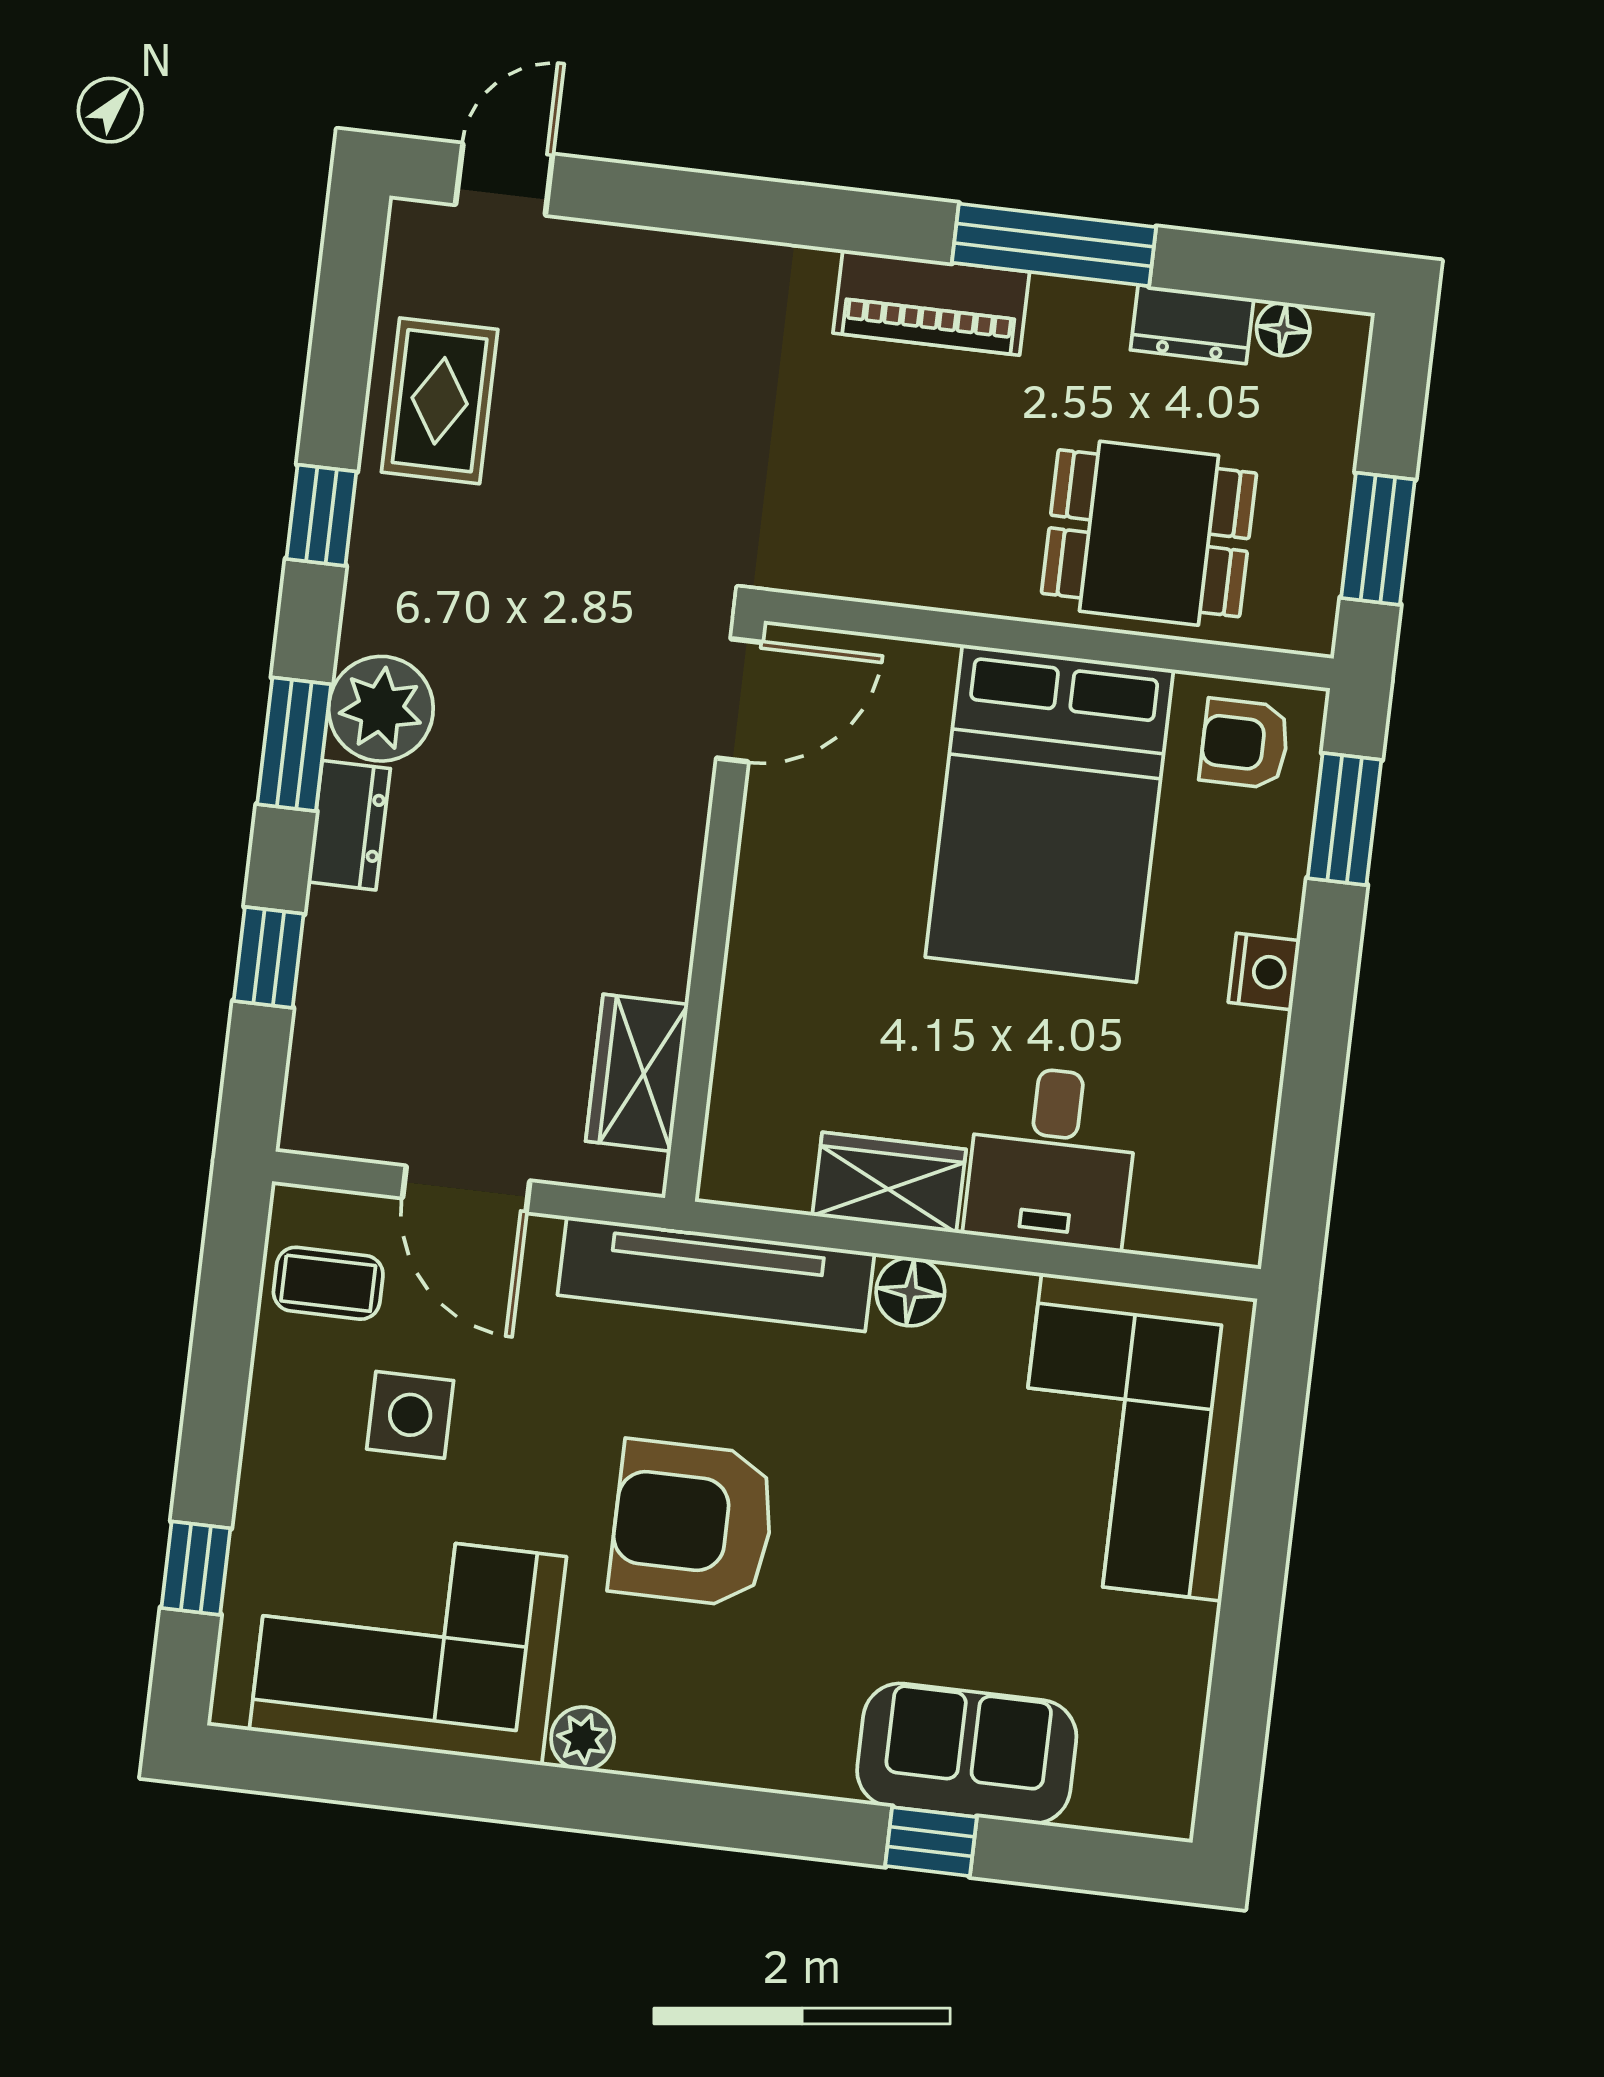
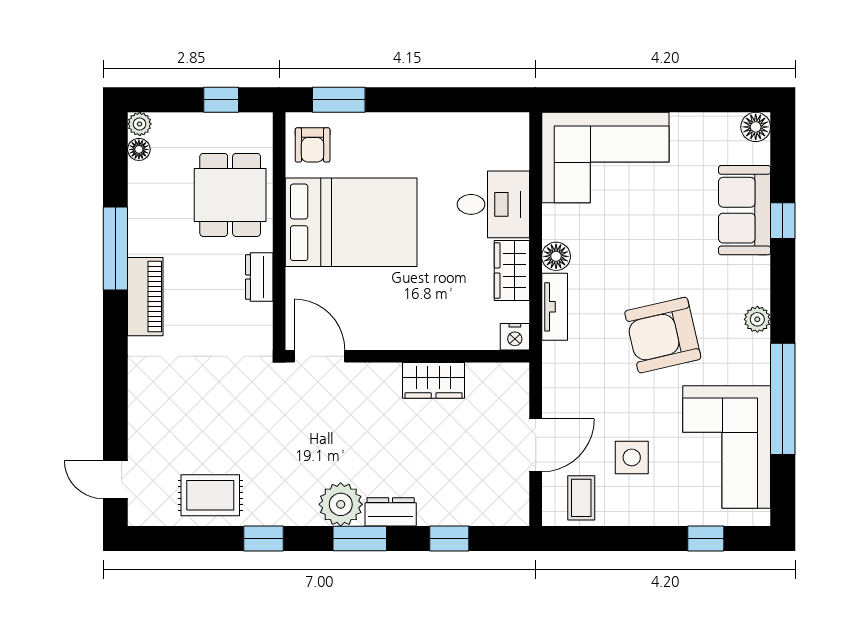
dresser: (1192, 324) -> (259, 277), moved, turned 180
plant: (1344, 338) -> (140, 124), added
window: (1378, 539) -> (221, 100), width x0.67
nightstand: (1264, 972) -> (515, 337), moved, turned 180
wardrobe: (637, 1073) -> (434, 380), moved
tv unit: (716, 1274) -> (555, 307), width x0.52, depth x0.78
armchair: (693, 1524) -> (663, 335), turned 77
plant: (583, 1738) -> (757, 319), moved
window: (507, 1791) -> (783, 399), added
floor lamp: (1162, 1804) -> (756, 127), added

